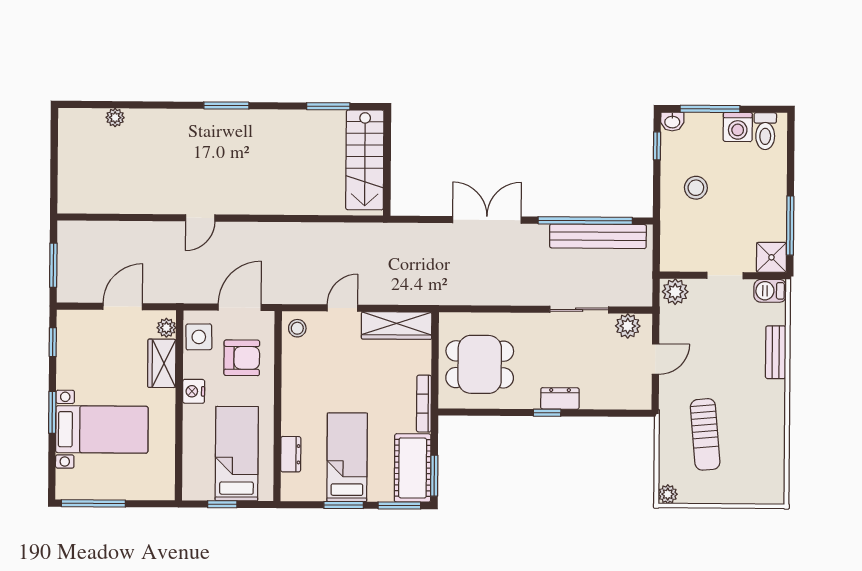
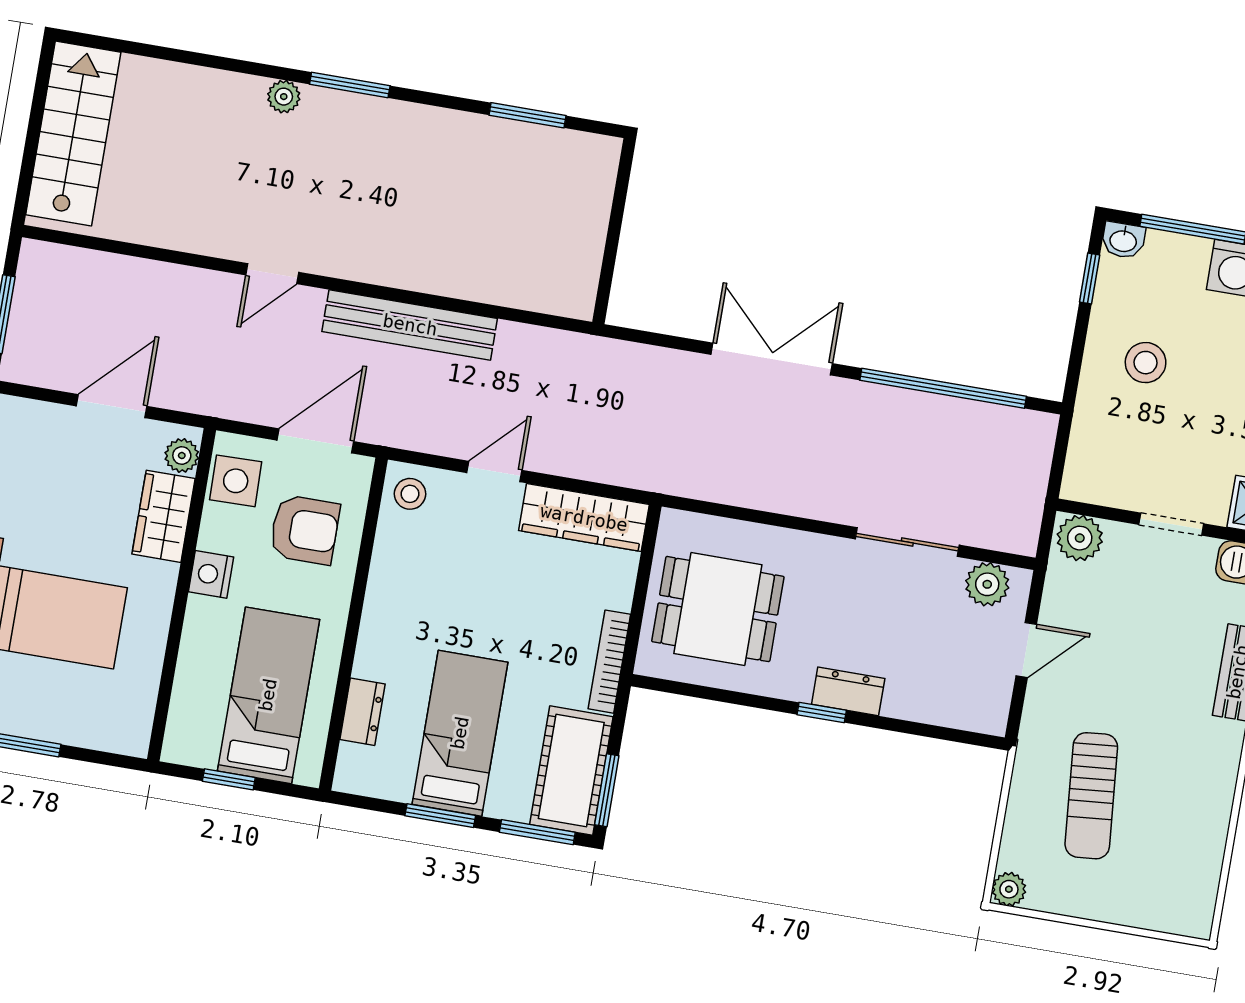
plant: (115, 118) -> (284, 97), moved
stairs: (365, 160) -> (73, 134), moved, turned 180
bench: (598, 236) -> (410, 325), moved

